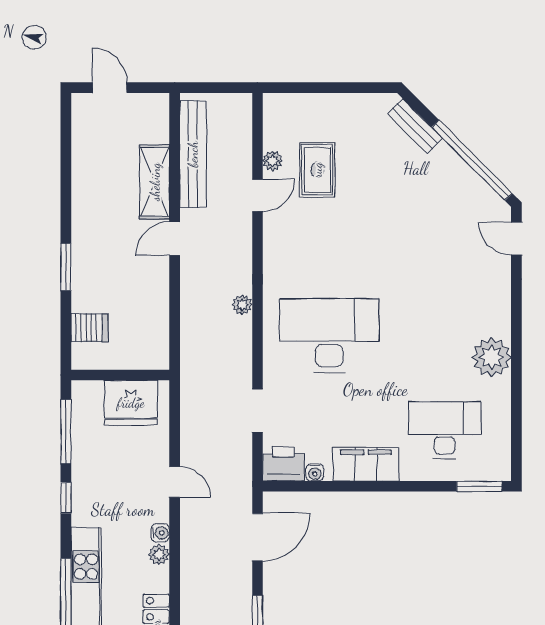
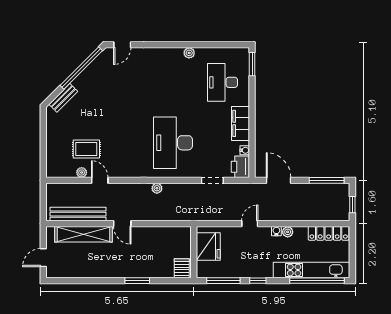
shelving: (155, 182) -> (84, 234), width x1.47
server rack: (90, 328) -> (182, 268), moved
plant: (492, 357) -> (189, 53), width x0.53, depth x0.53

